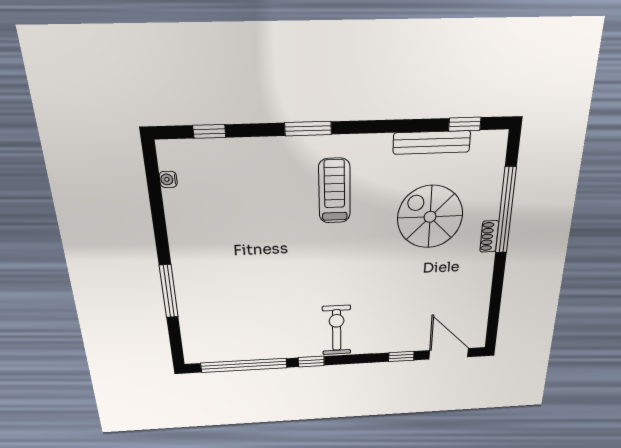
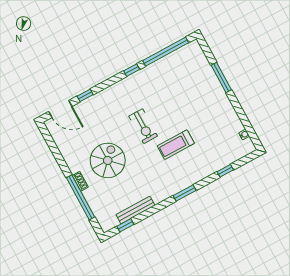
window: (308, 129) -> (185, 193), moved
window: (209, 131) -> (225, 171), moved
treadmill: (334, 191) -> (176, 145), moved, turned 90
spiral stairs: (430, 217) -> (108, 160), moved, turned -90
exercise bike: (337, 330) -> (143, 126), moved

